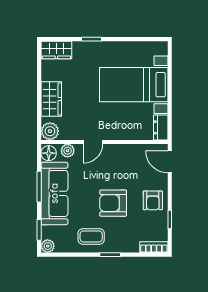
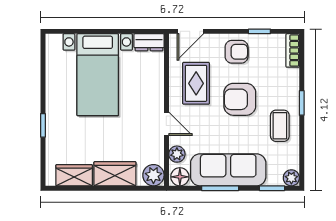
wardrobe: (56, 50) -> (74, 175), moved, turned -90
rug: (127, 167) -> (196, 83), added
armchair: (113, 203) -> (240, 99), turned 90

